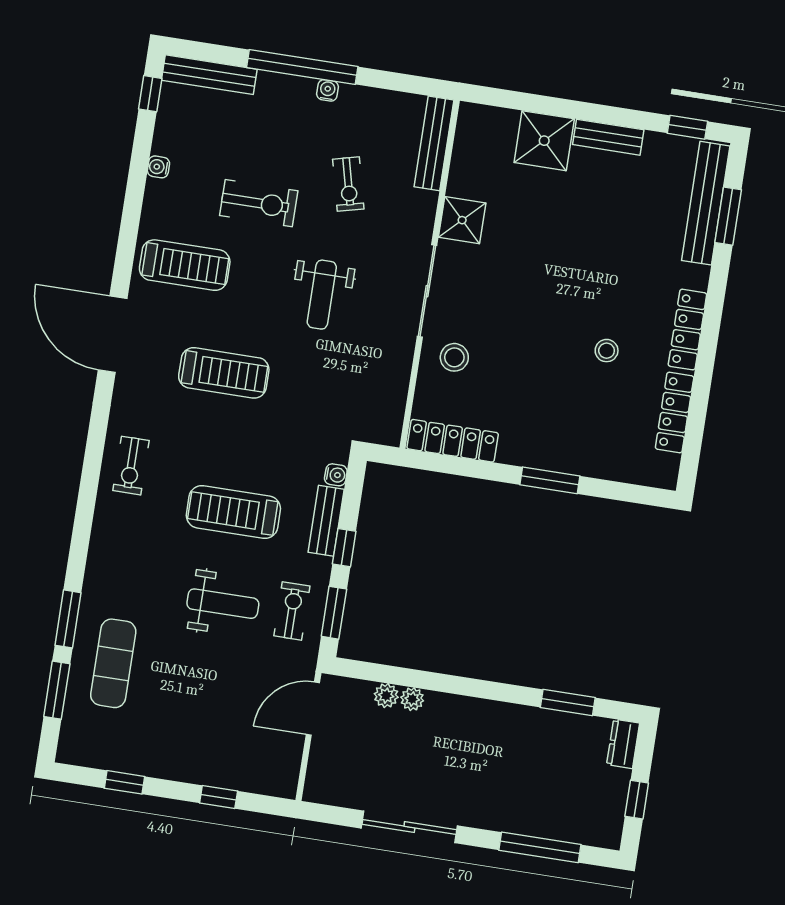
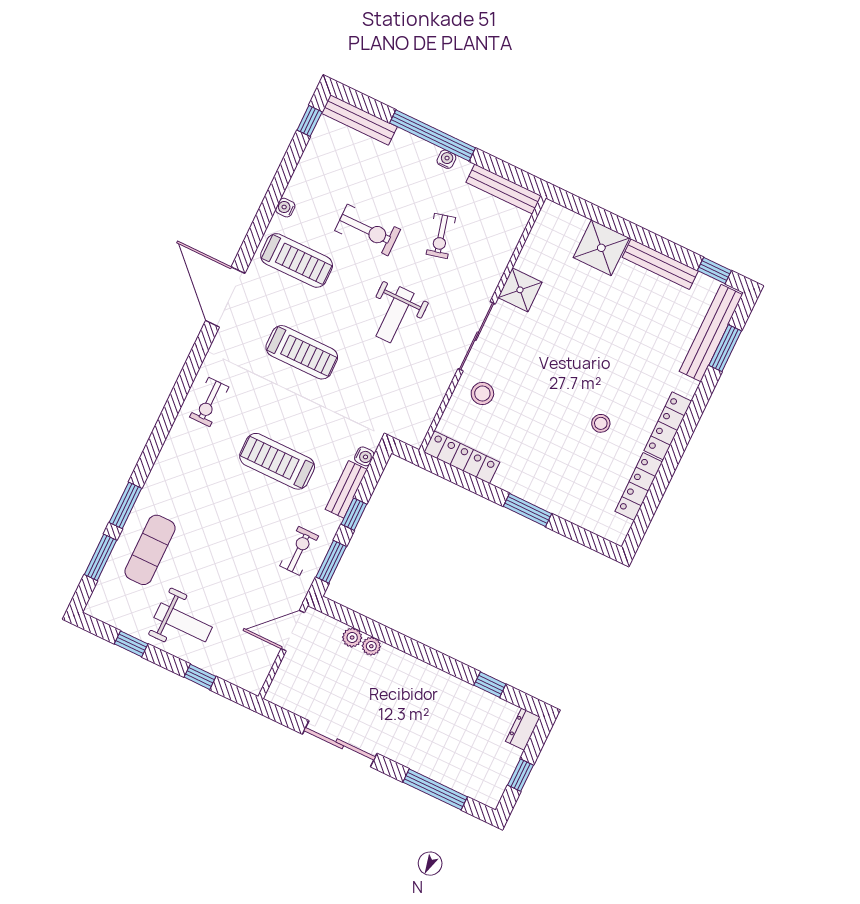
bench: (608, 137) -> (660, 264), width x1.36
bench: (434, 143) -> (504, 189), moved, turned 90
water cooler: (158, 167) -> (285, 208), moved
weight bench: (223, 604) -> (183, 622), moved
window: (568, 702) -> (490, 685), width x0.67

